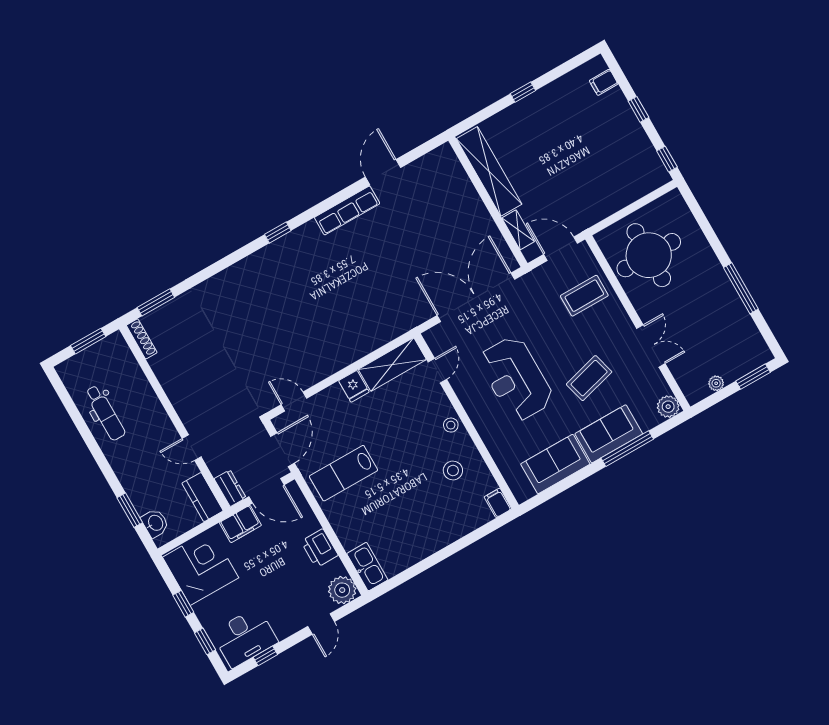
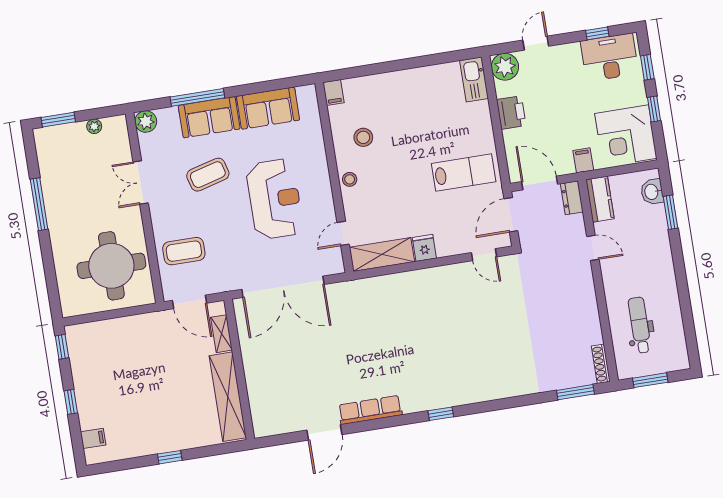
dental chair: (105, 413) -> (640, 325), moved
filing cabinet: (240, 524) -> (583, 160), width x0.50

